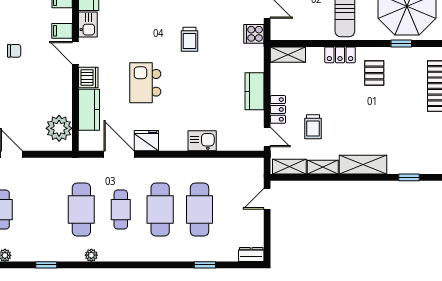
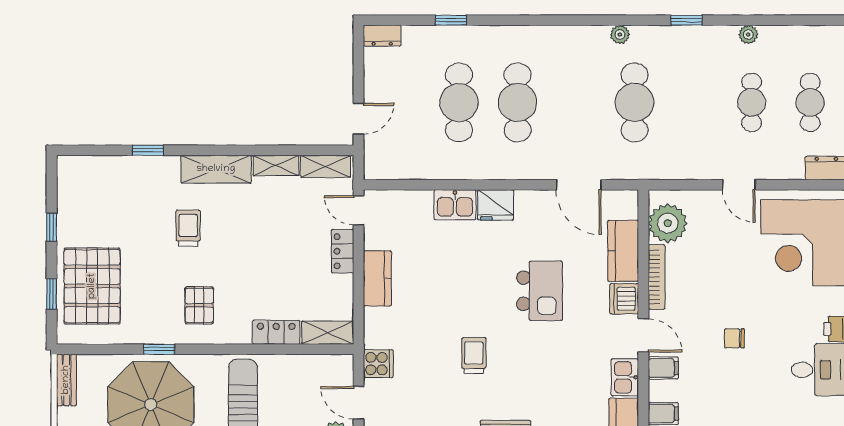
locker: (340, 55) -> (276, 332), moved
bookcase: (67, 92) -> (657, 277), added
trolley: (313, 127) -> (188, 228), moved
fridge: (146, 141) -> (496, 205), moved
cafe table: (121, 210) -> (576, 102), removed

